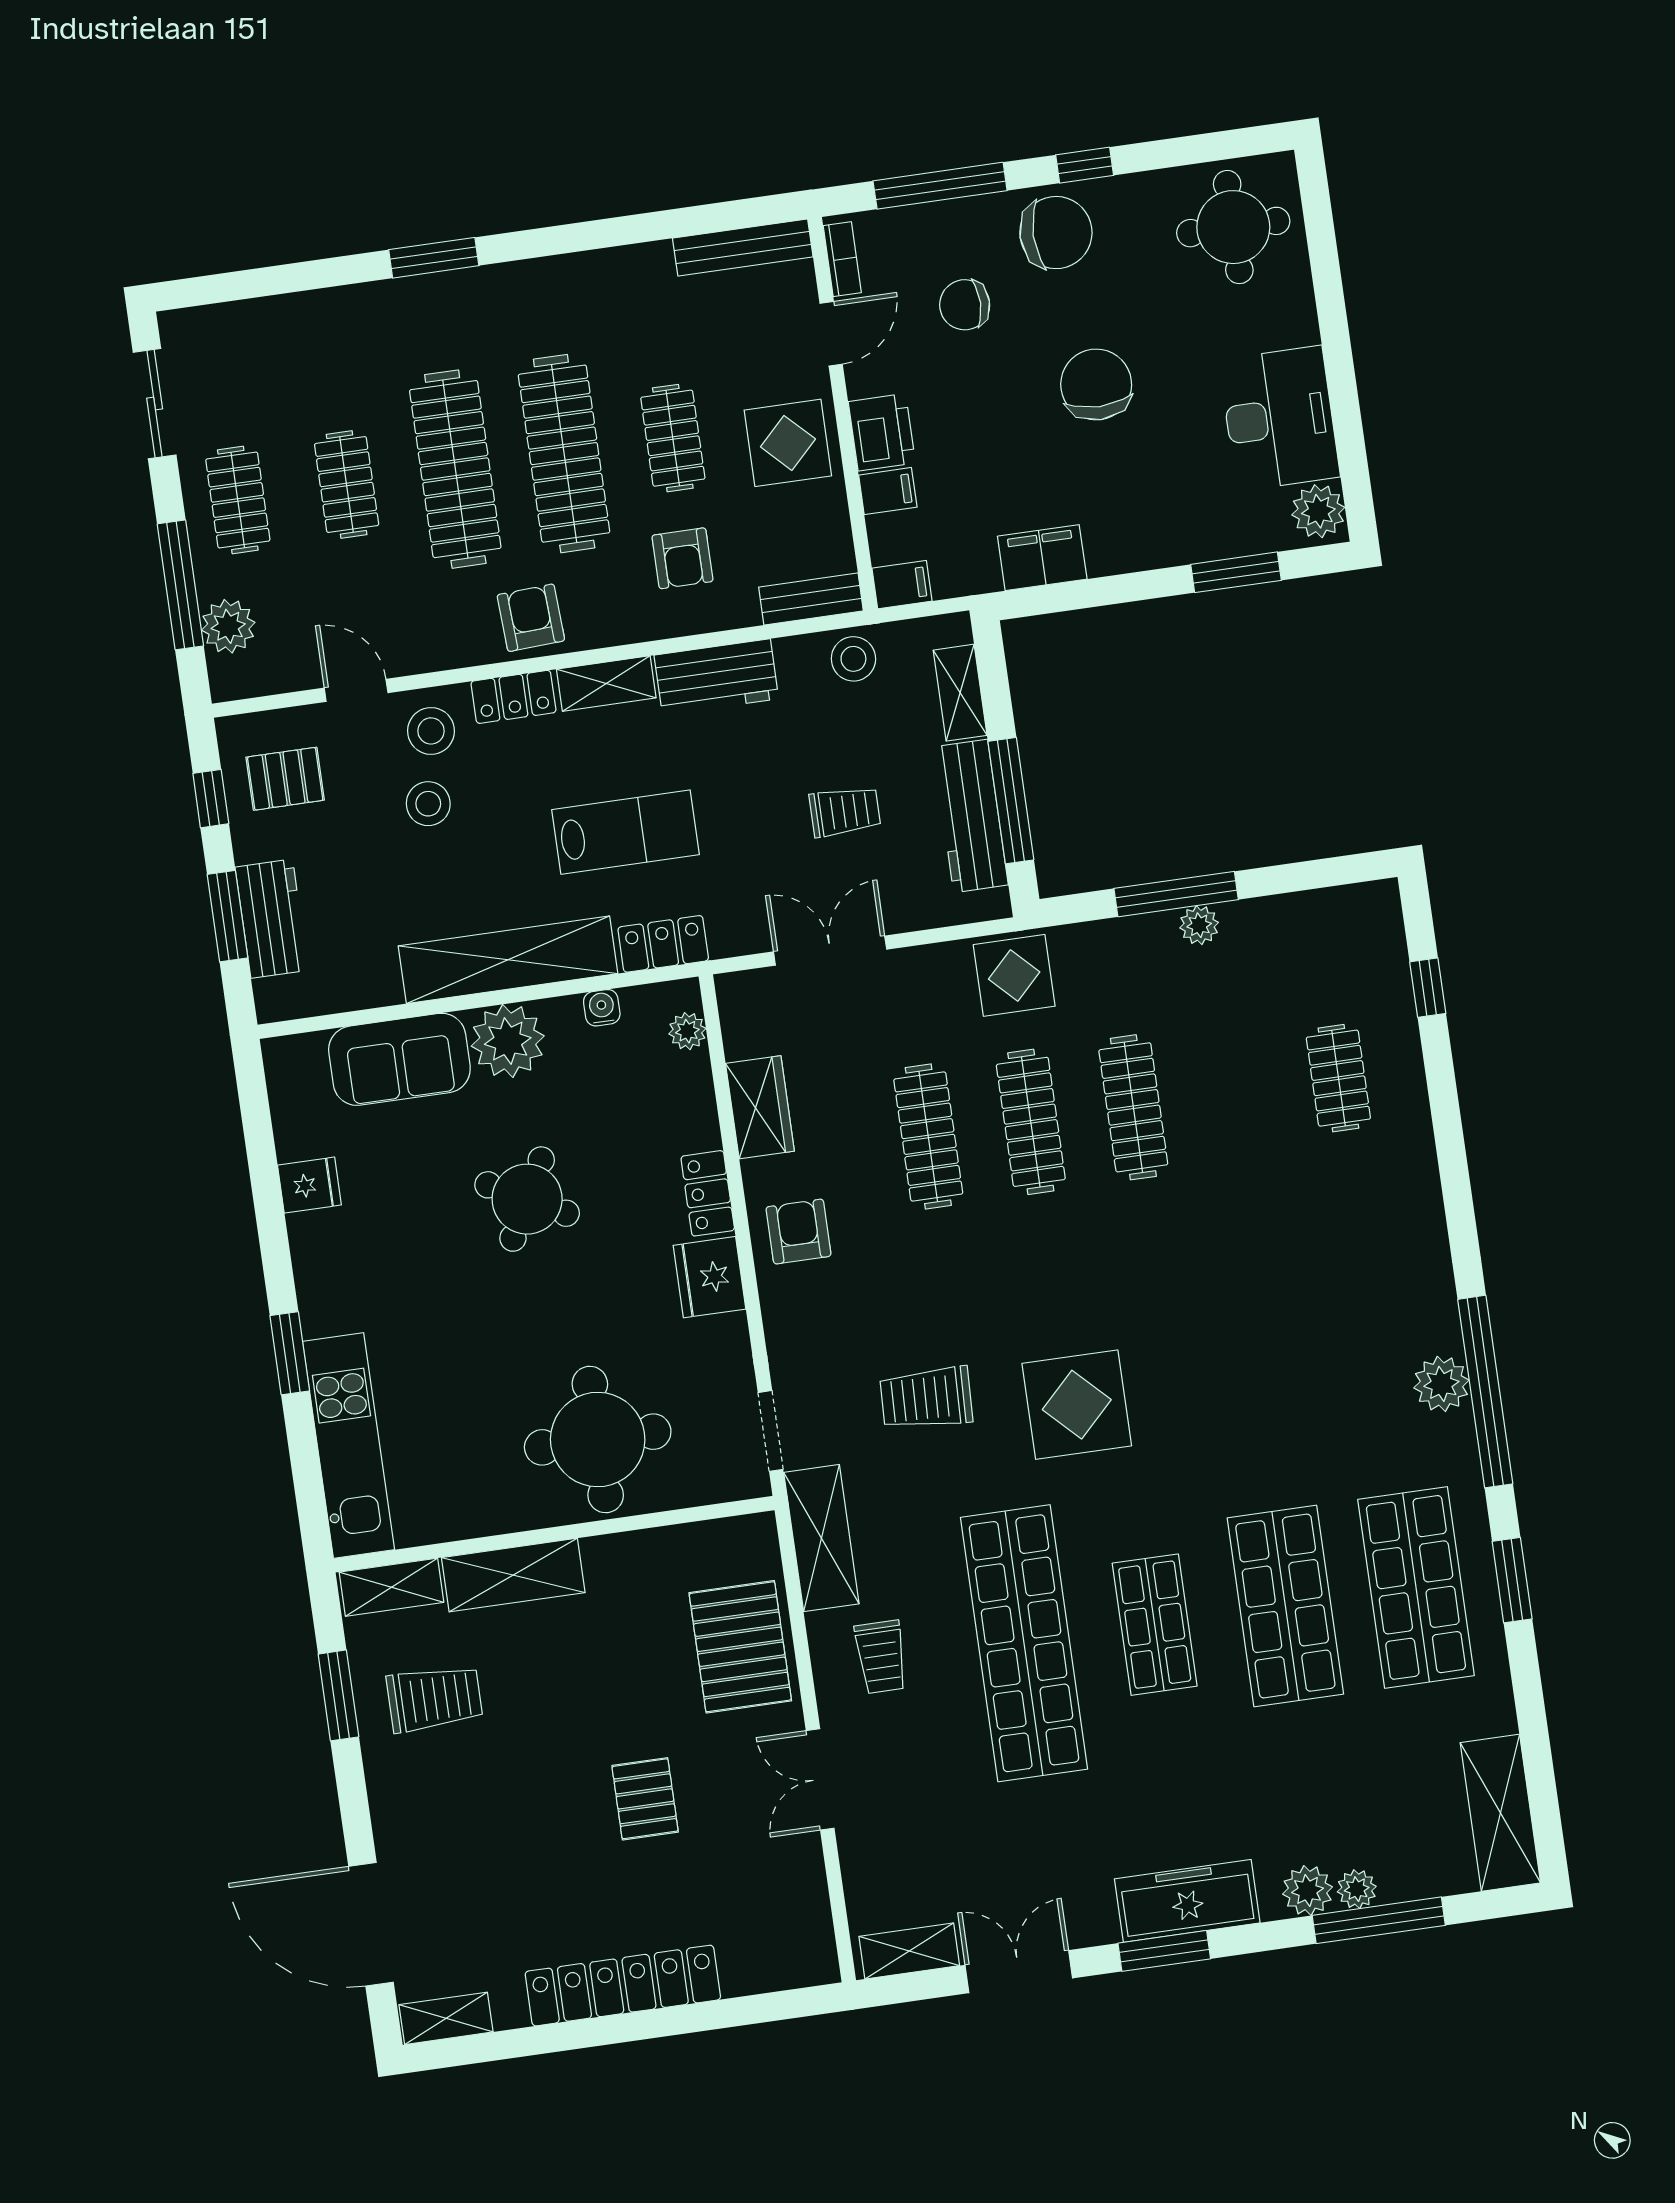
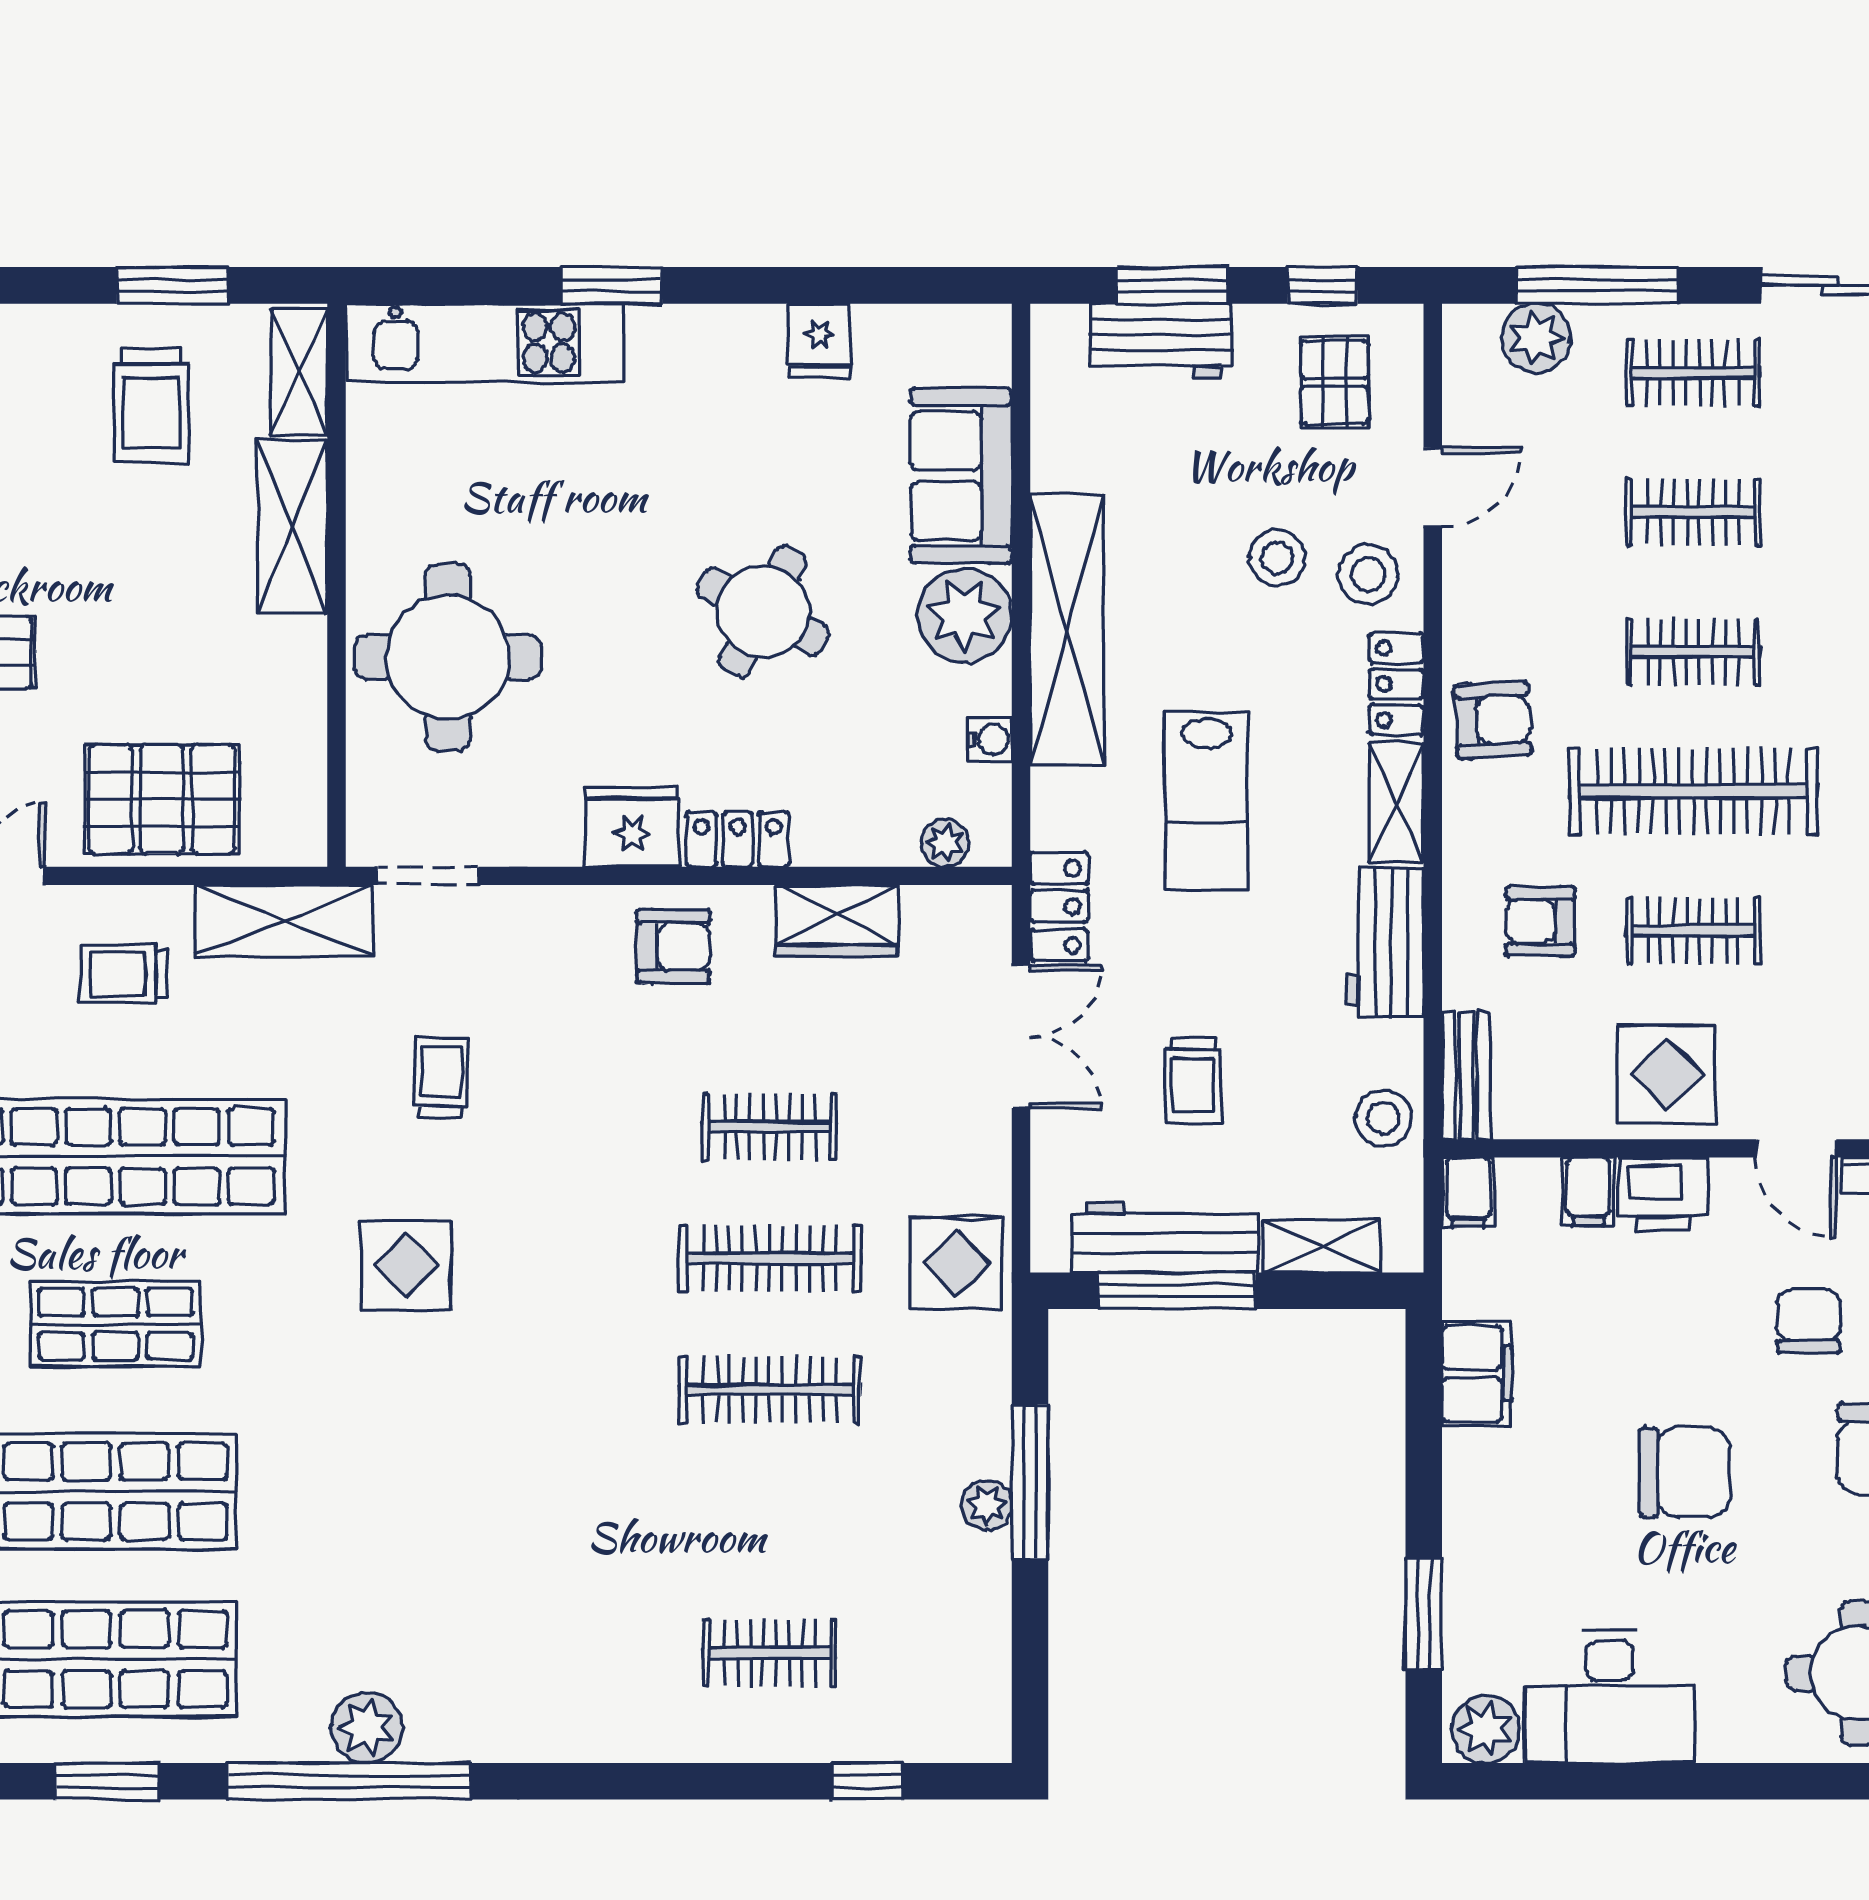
clothes rail: (455, 469) -> (1693, 652), width x0.54, depth x0.76
locker: (663, 944) -> (1059, 907), moved
clothes rail: (928, 1136) -> (770, 1127), width x0.73
trolley: (926, 1398) -> (441, 1077), width x0.73, depth x0.72
display table: (1077, 1405) -> (406, 1265), width x0.73, depth x0.73

